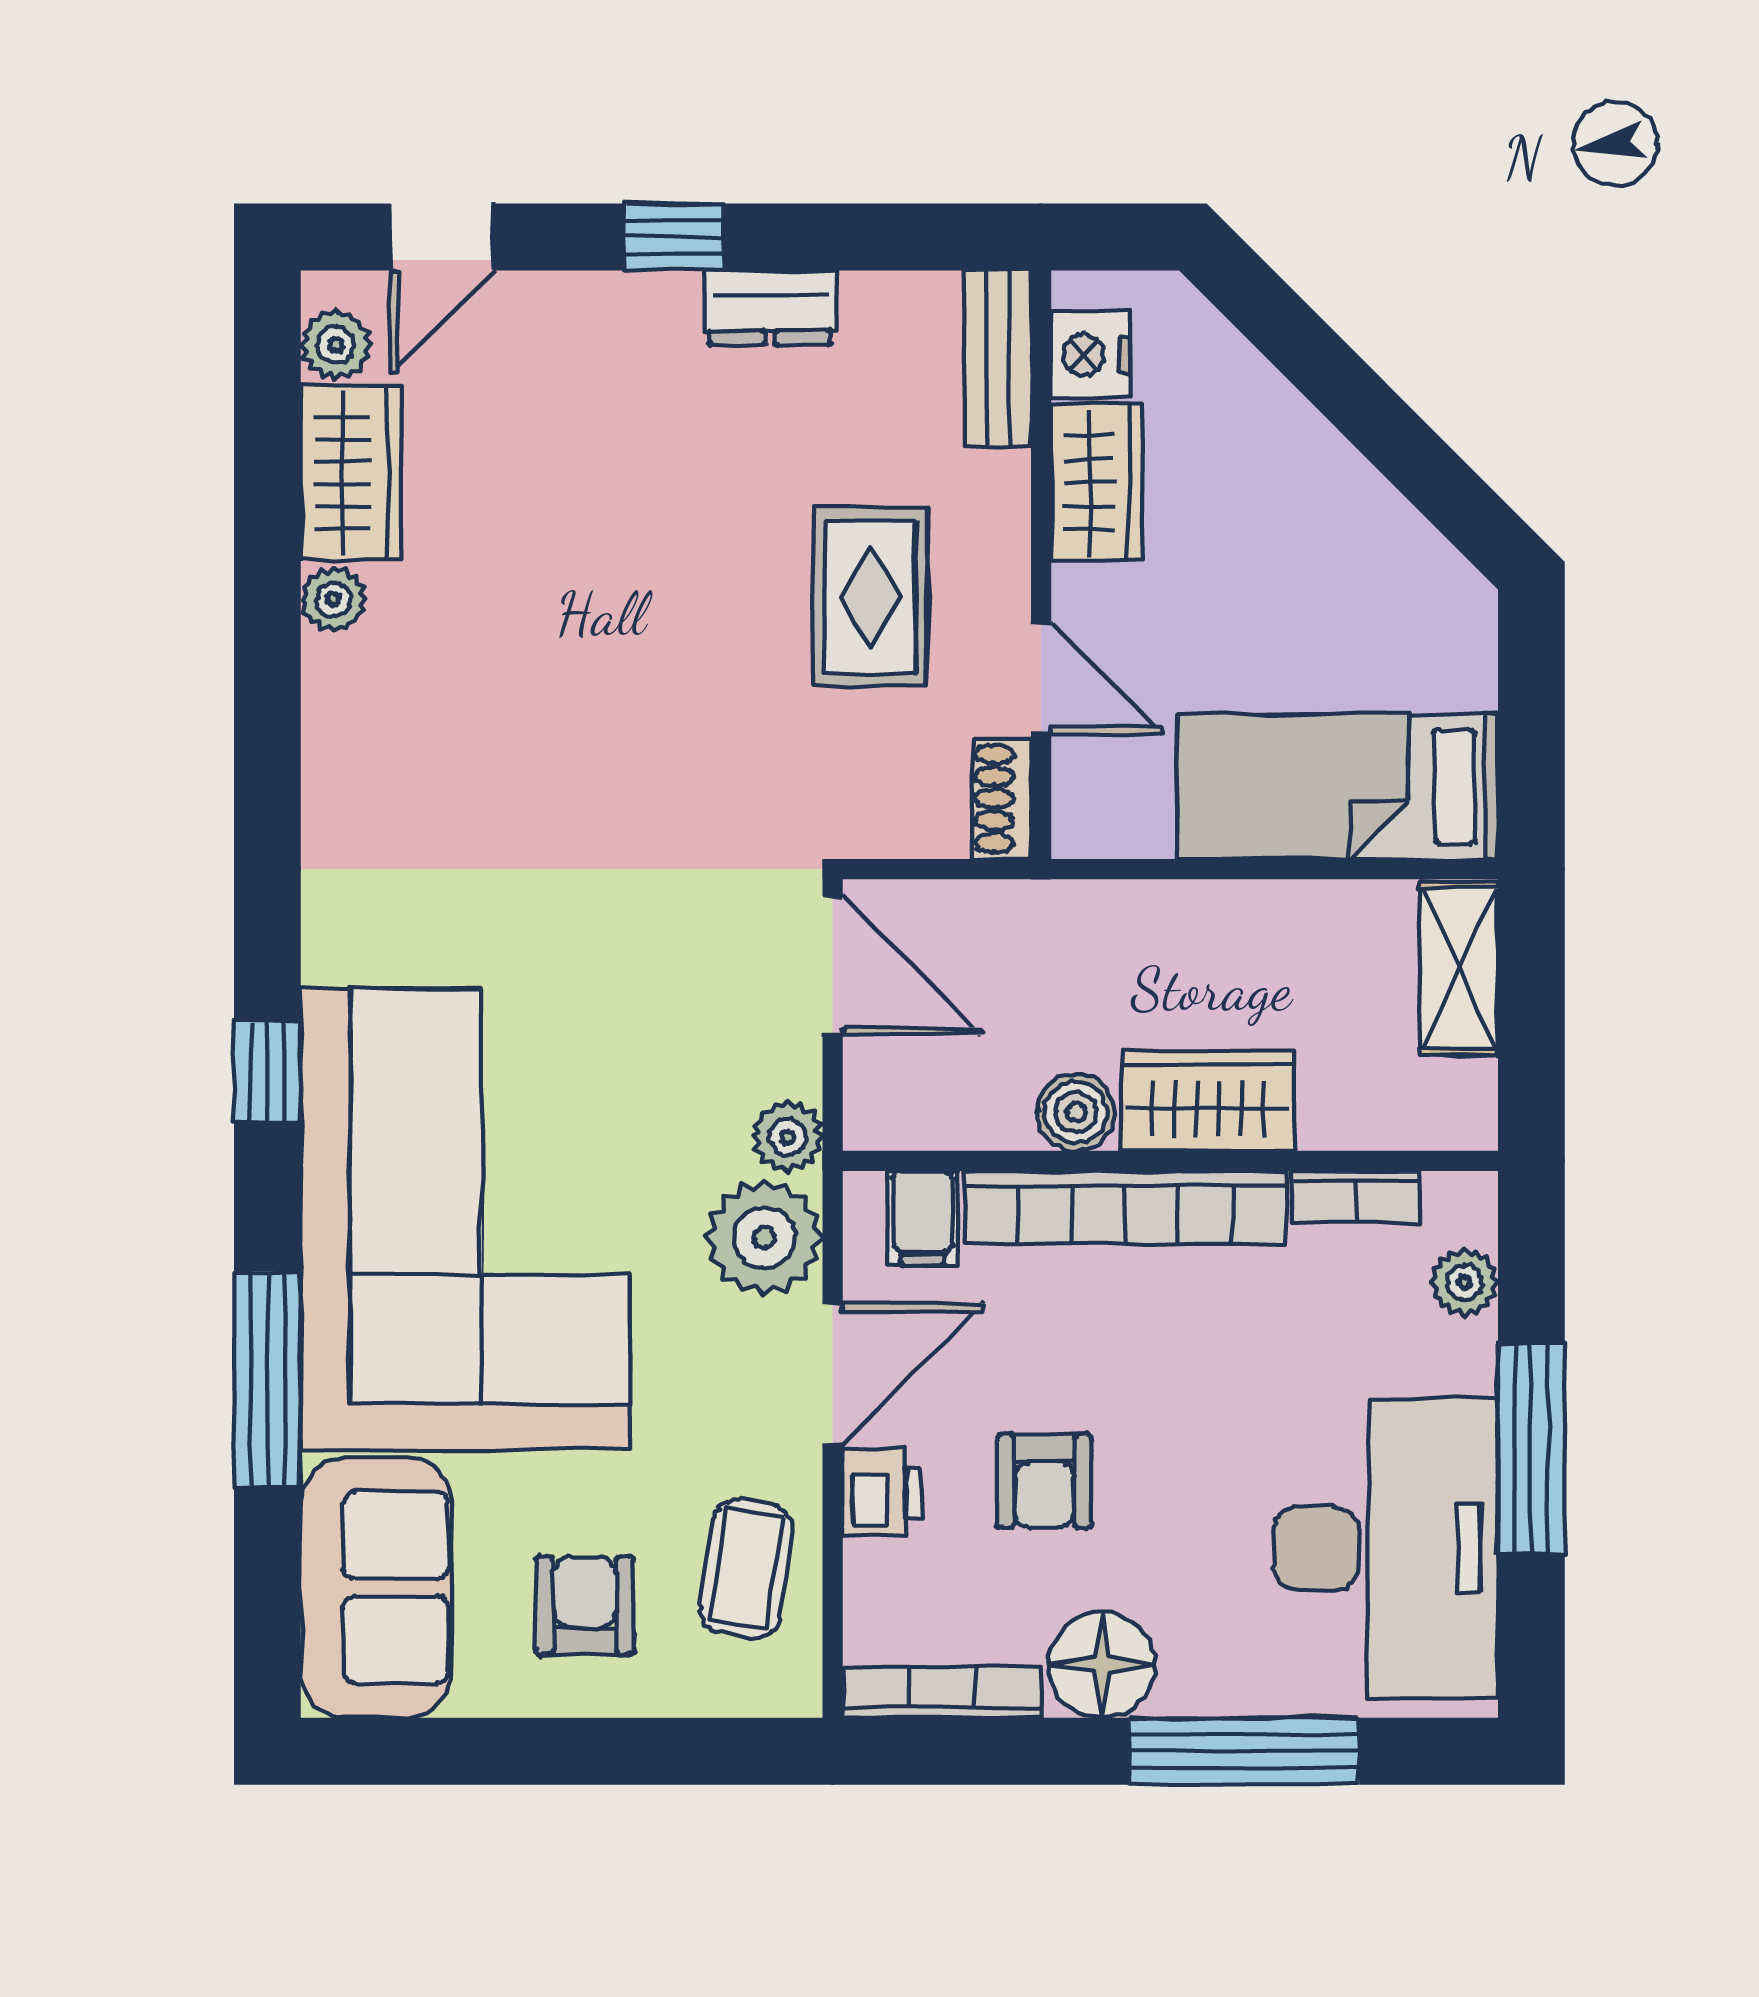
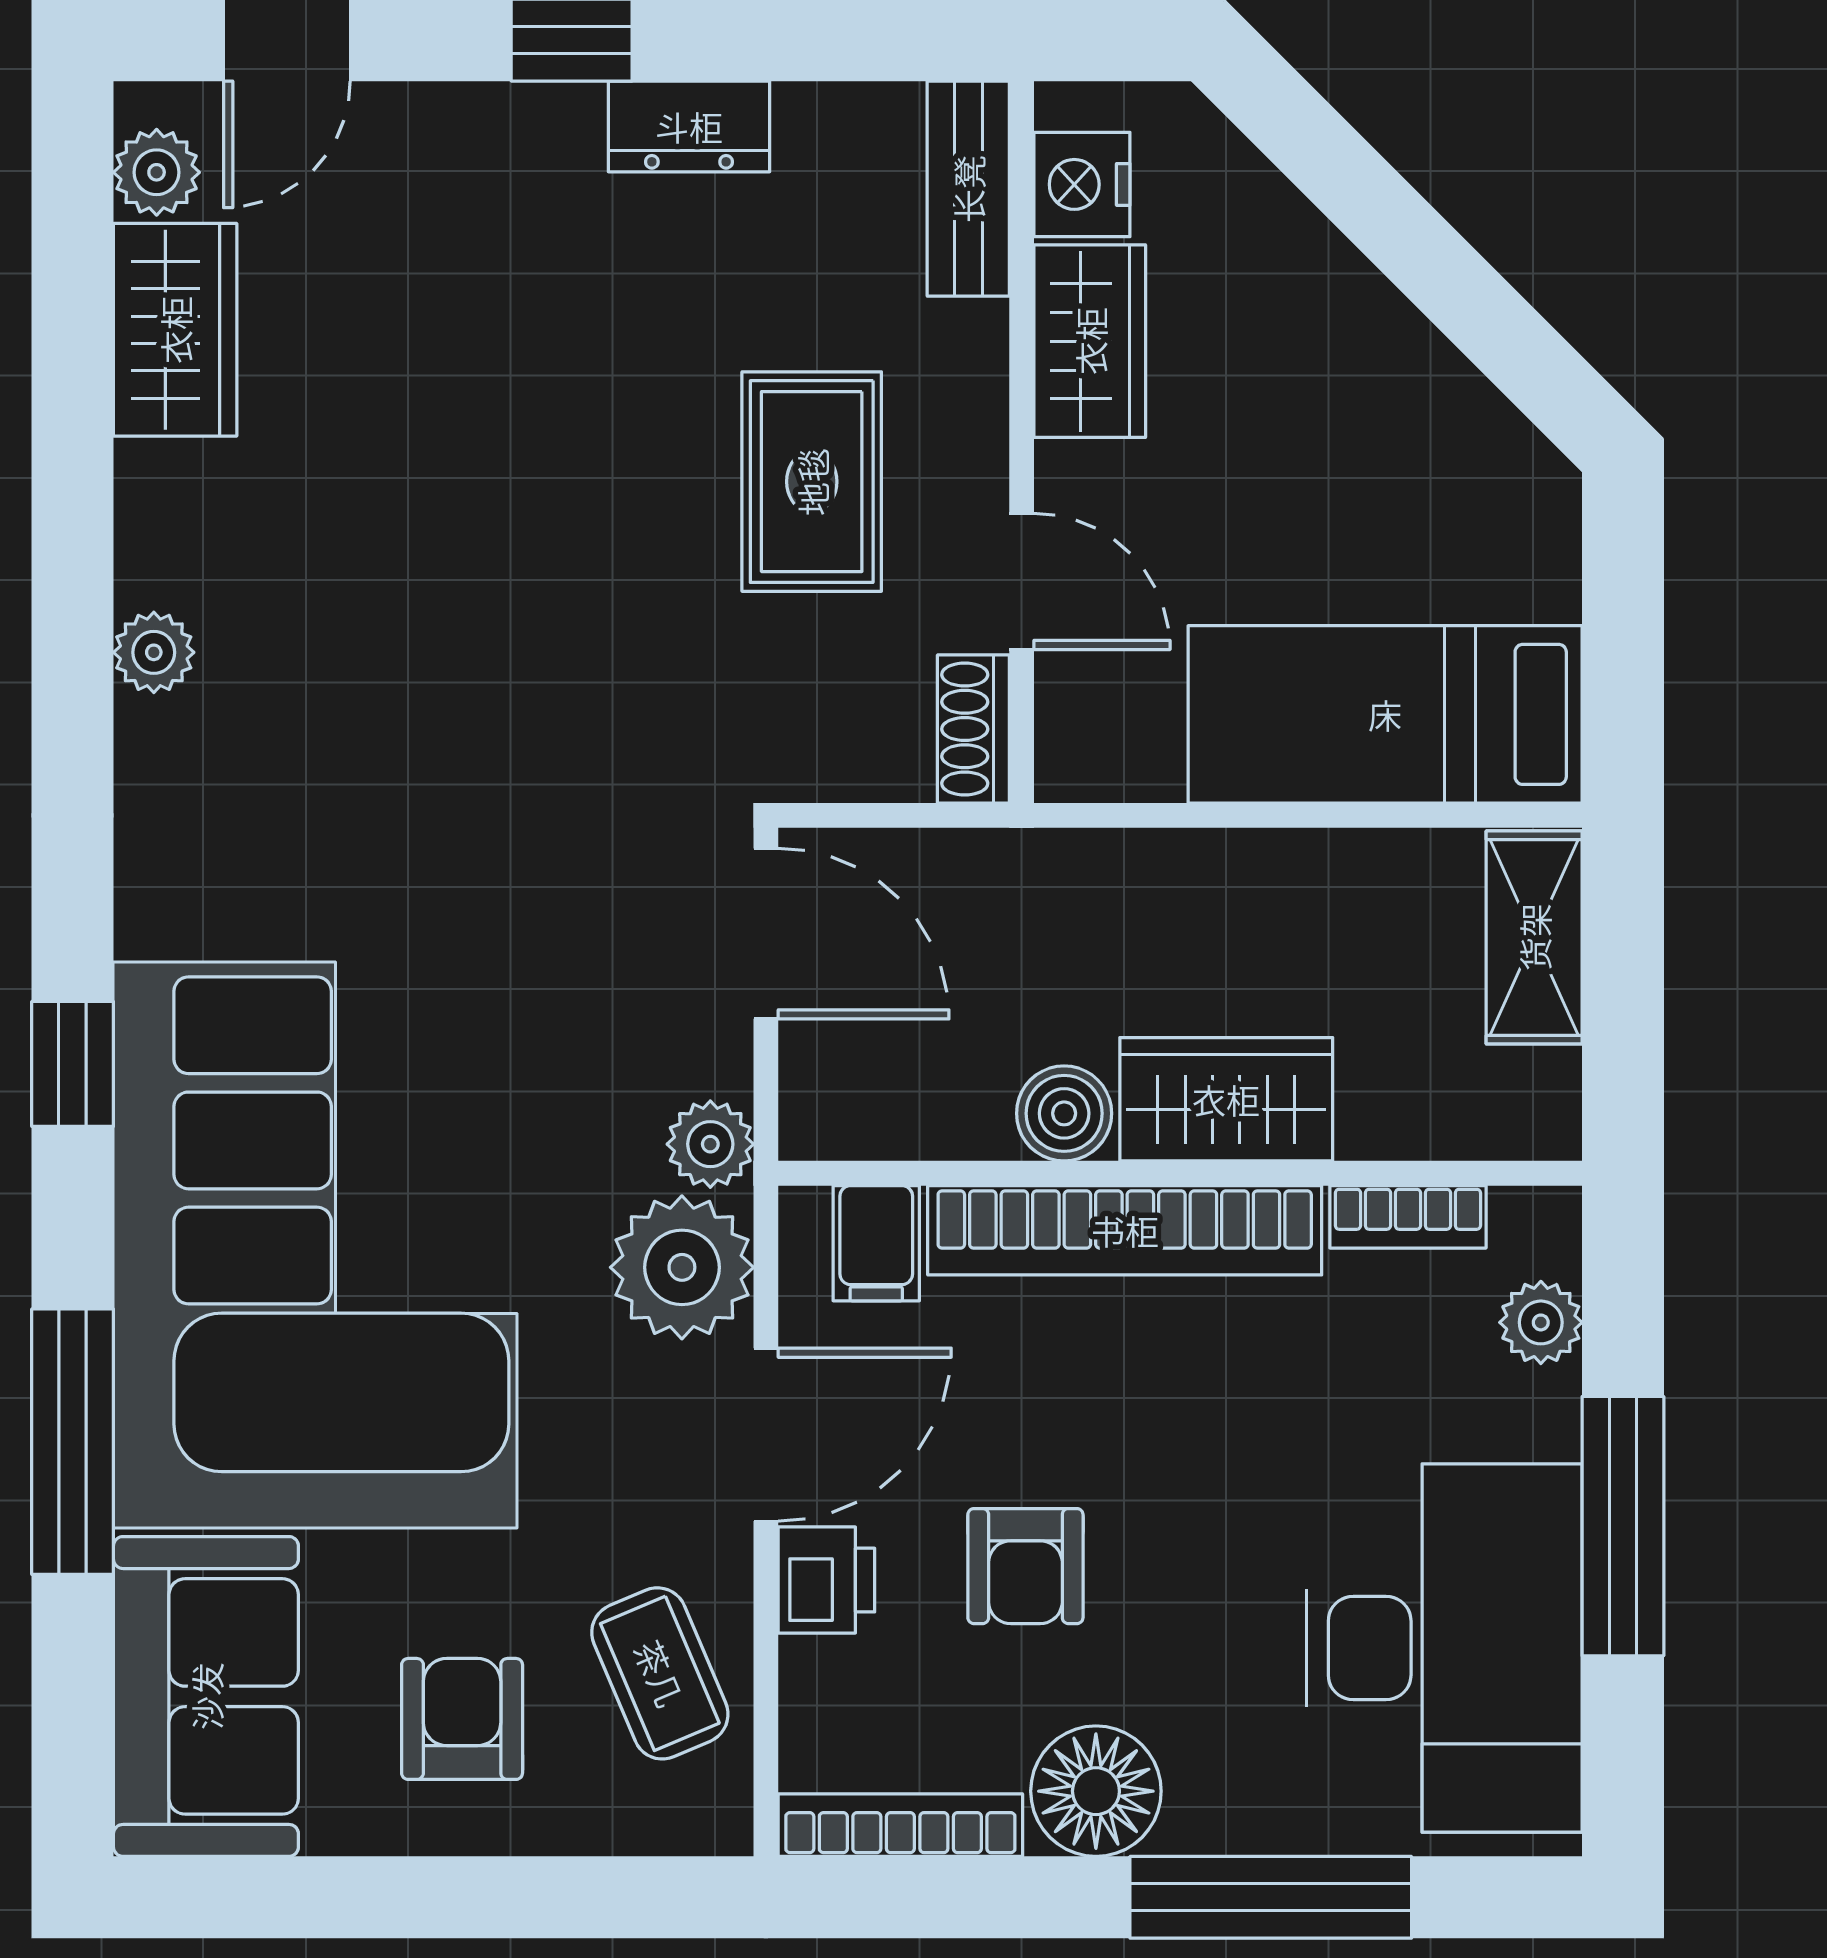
plant: (334, 599) -> (154, 652), moved
coffee table: (746, 1569) -> (660, 1673), turned -32

